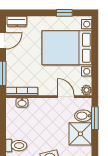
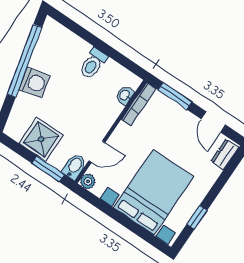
bidet: (83, 116) -> (74, 167), moved
toilet: (16, 146) -> (93, 64), moved

